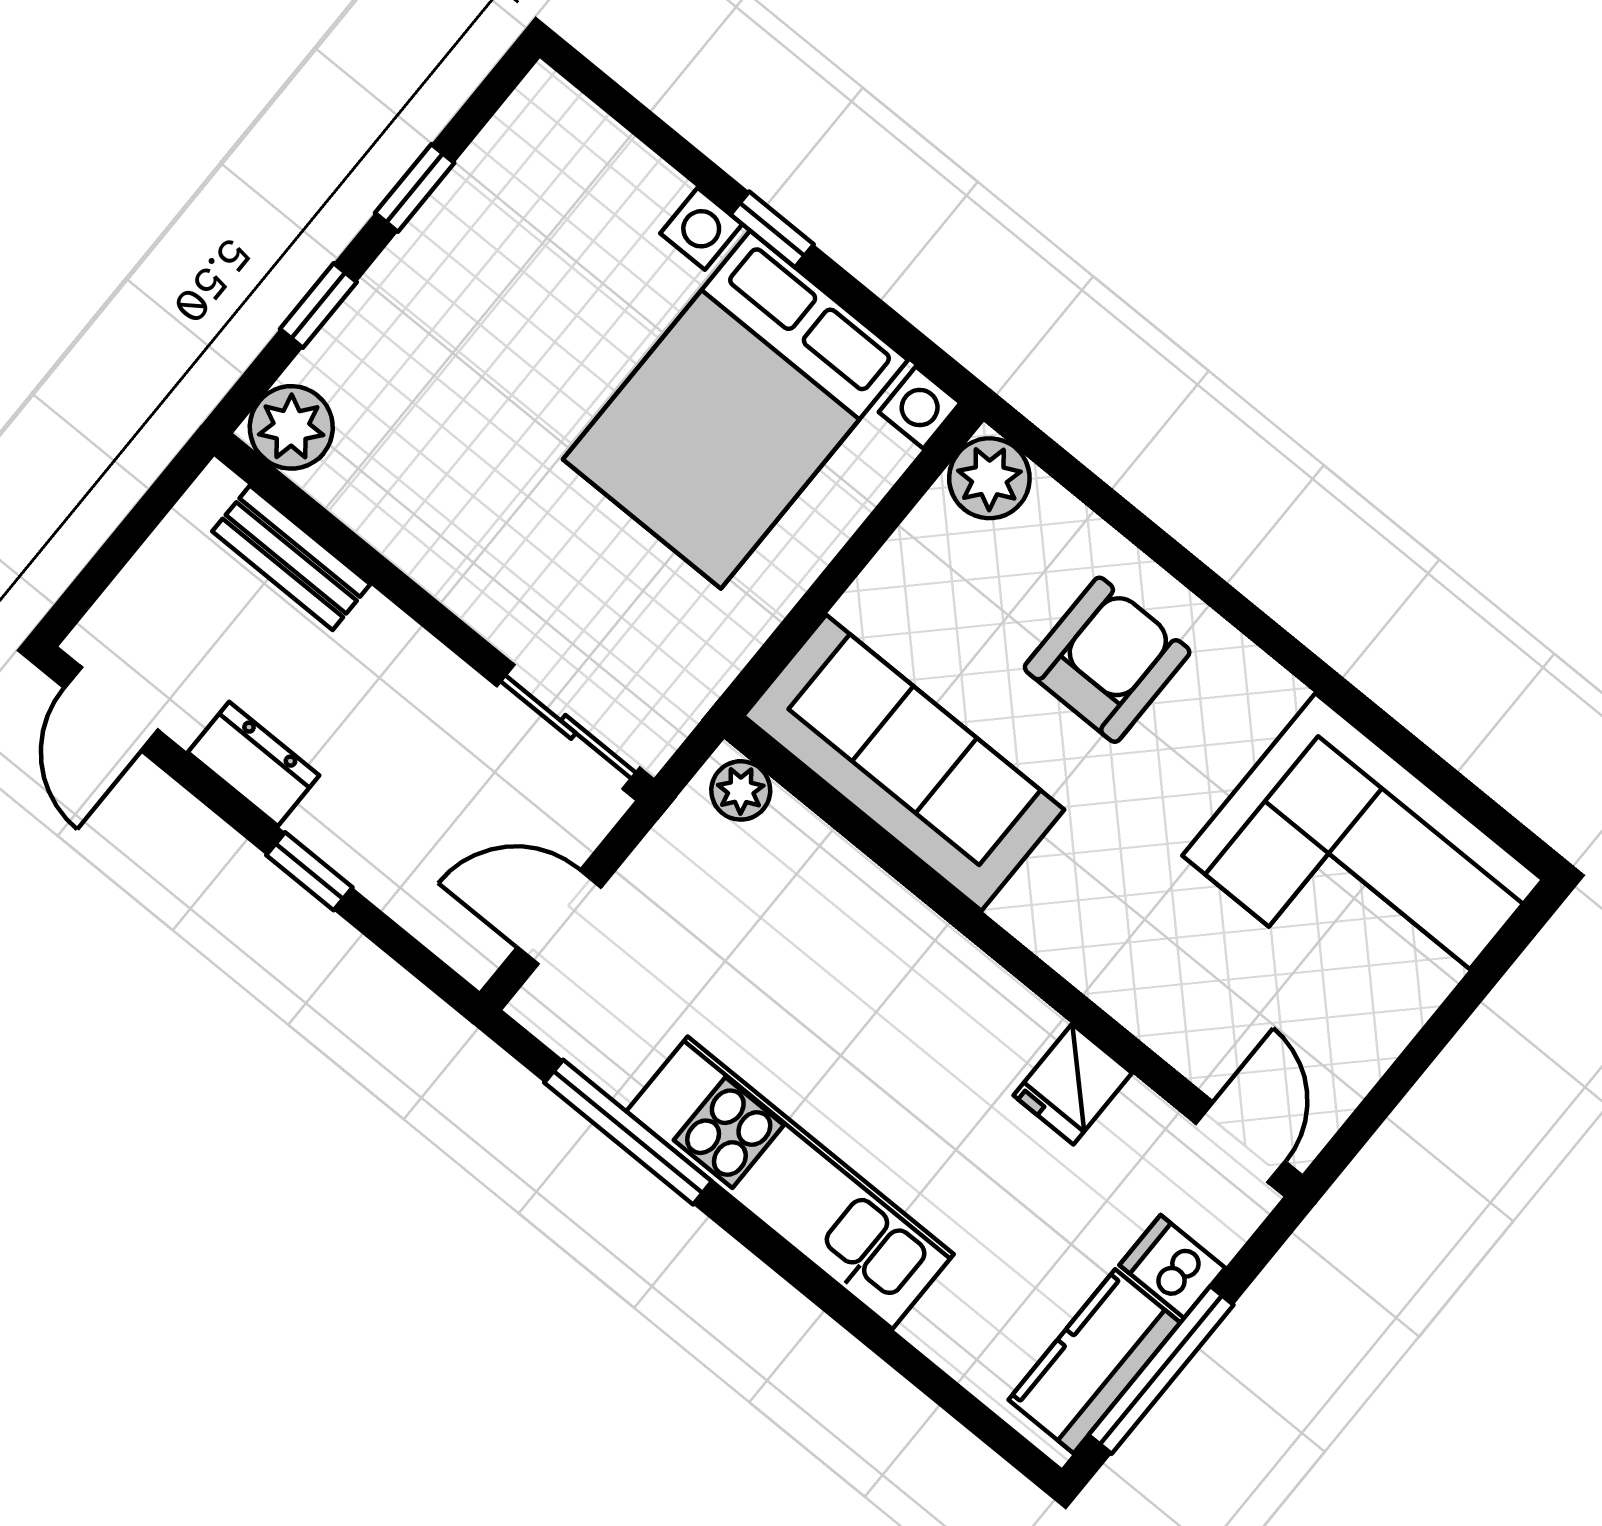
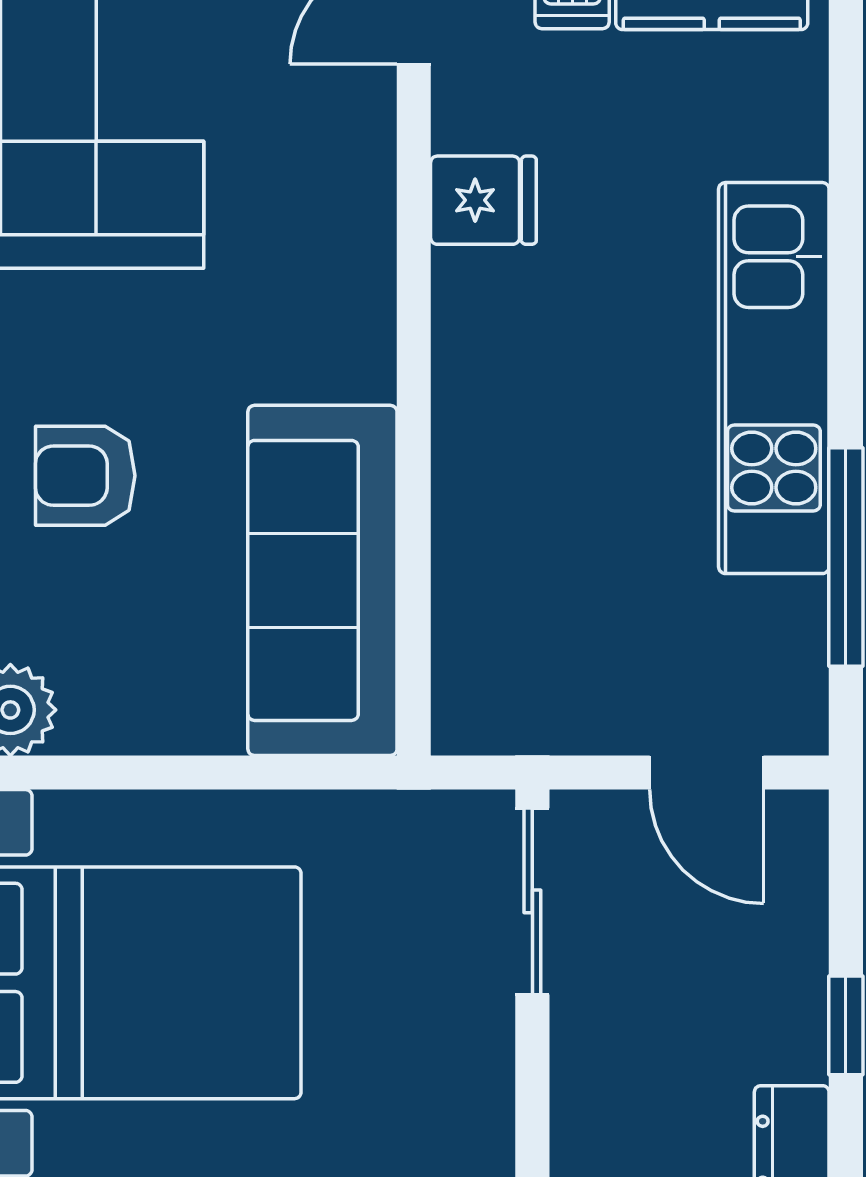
armchair: (1107, 660) -> (85, 476), width x0.72, depth x0.72
plant: (741, 790) -> (464, 704), removed

